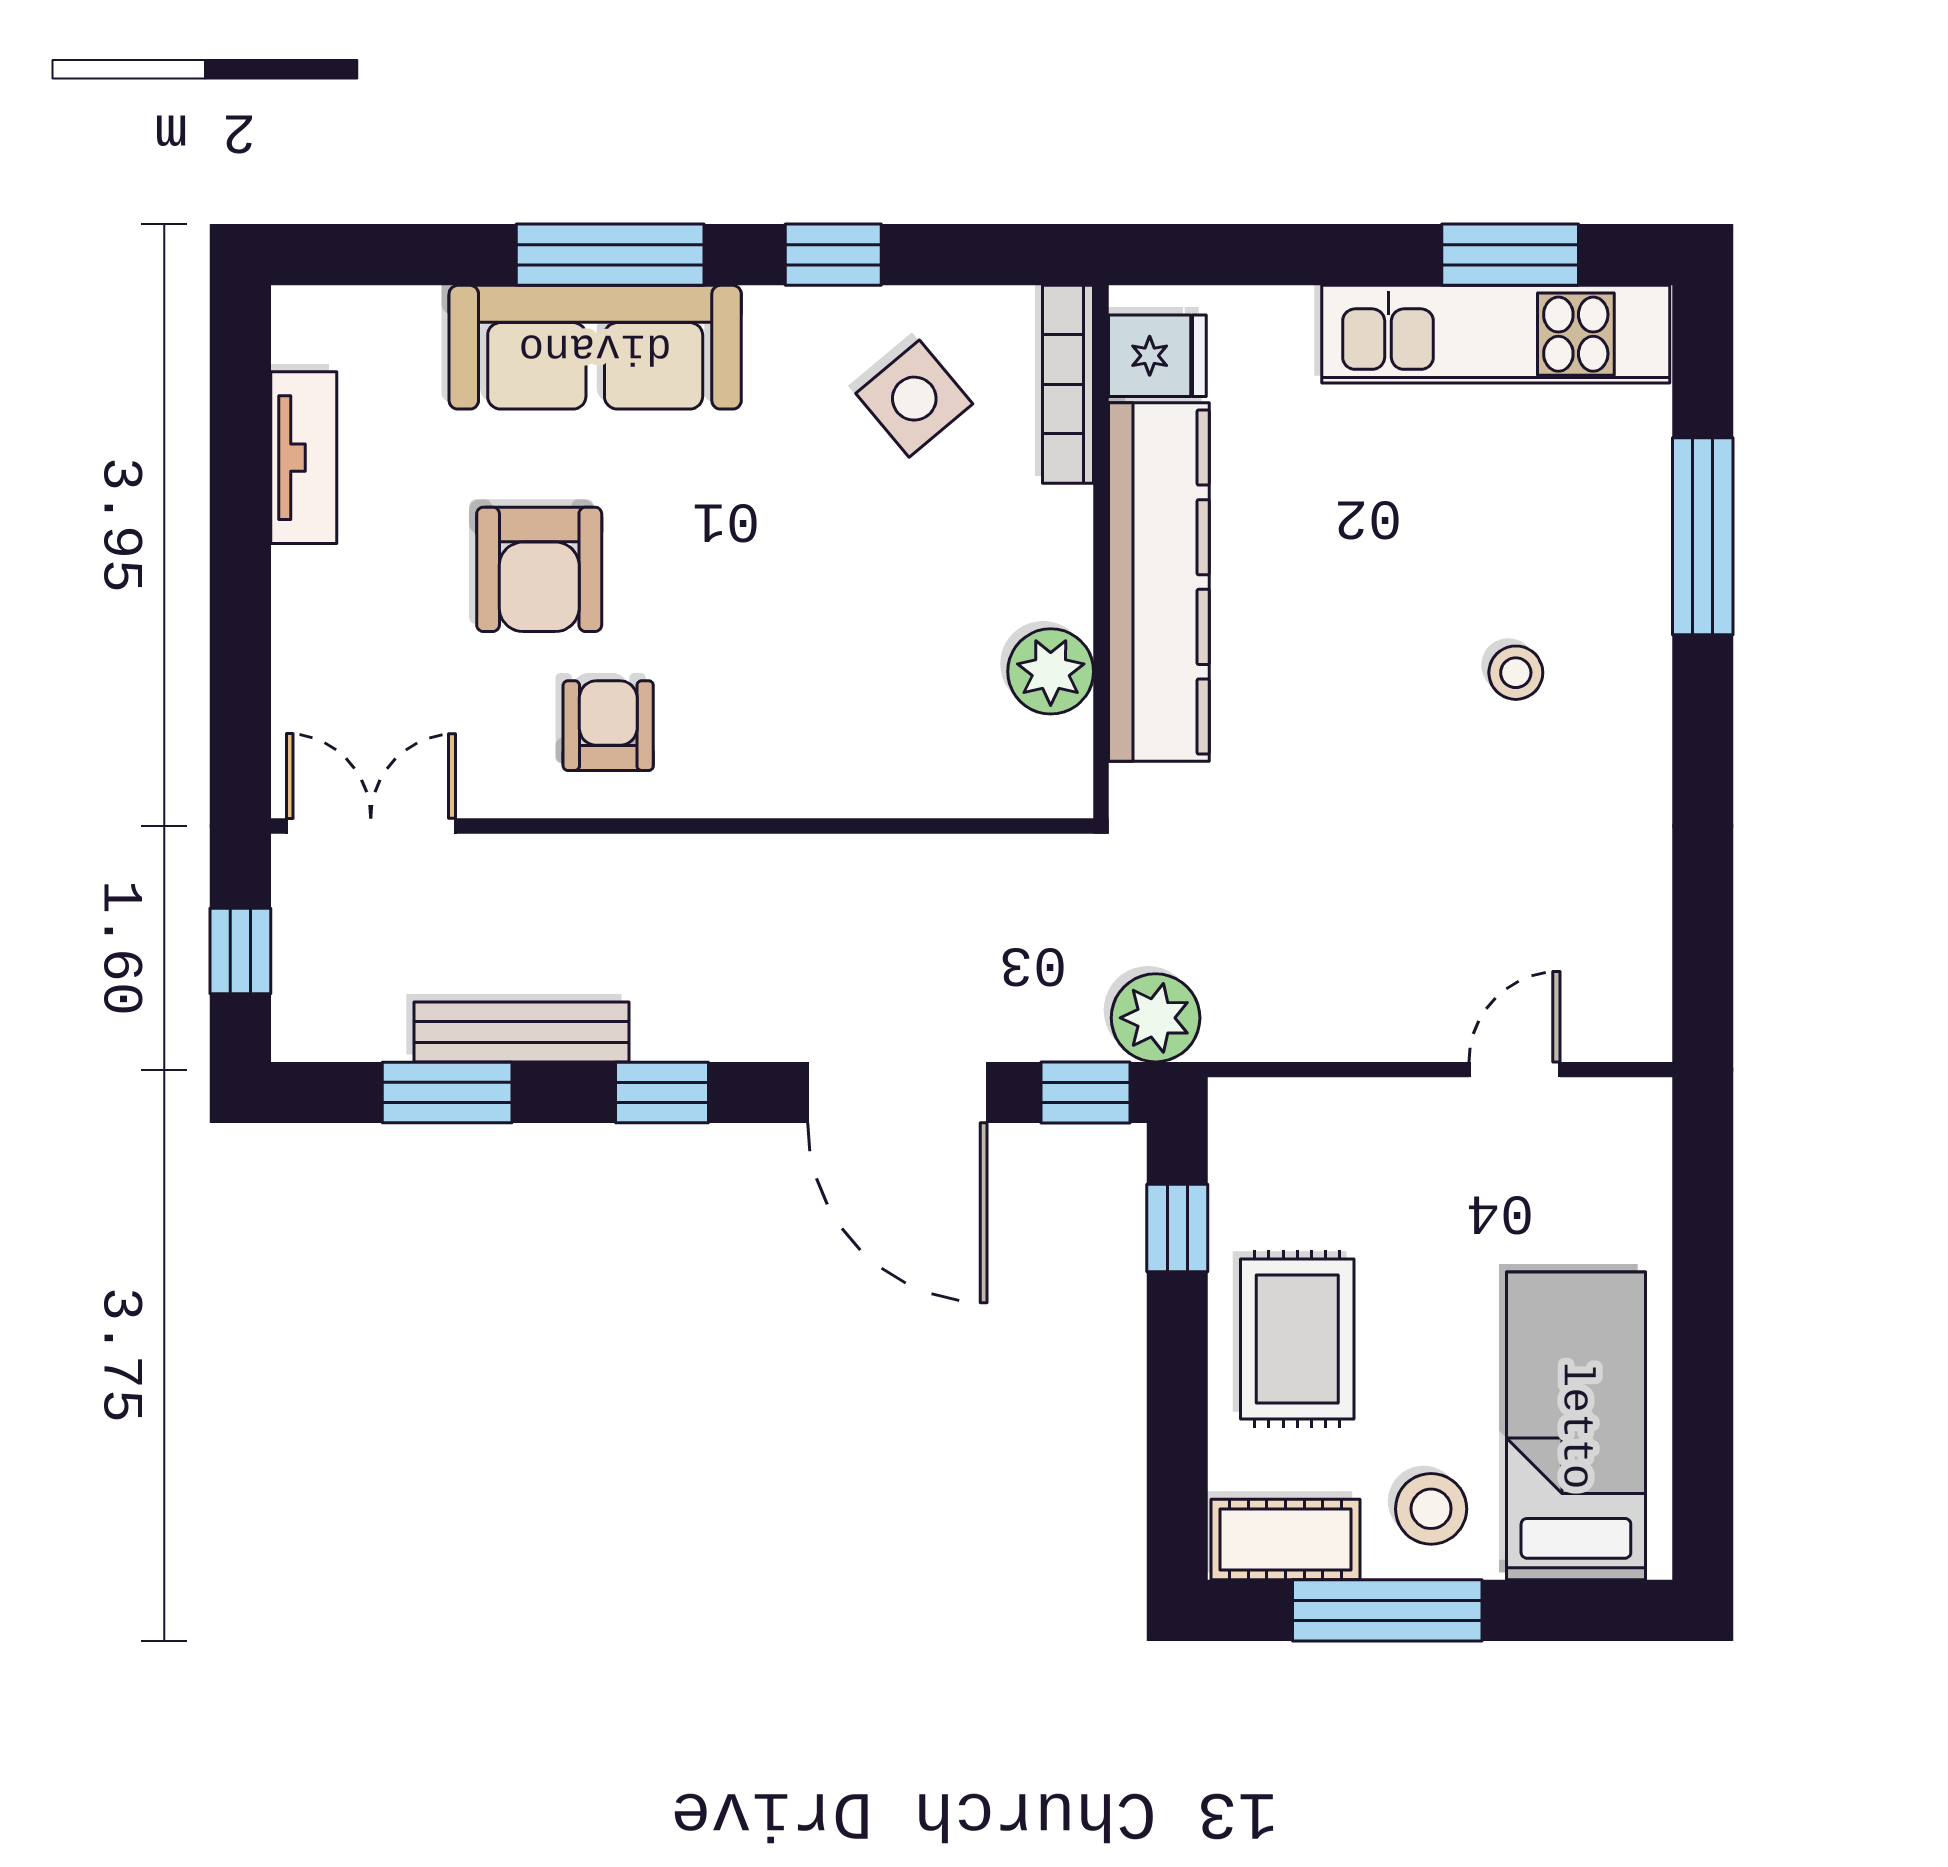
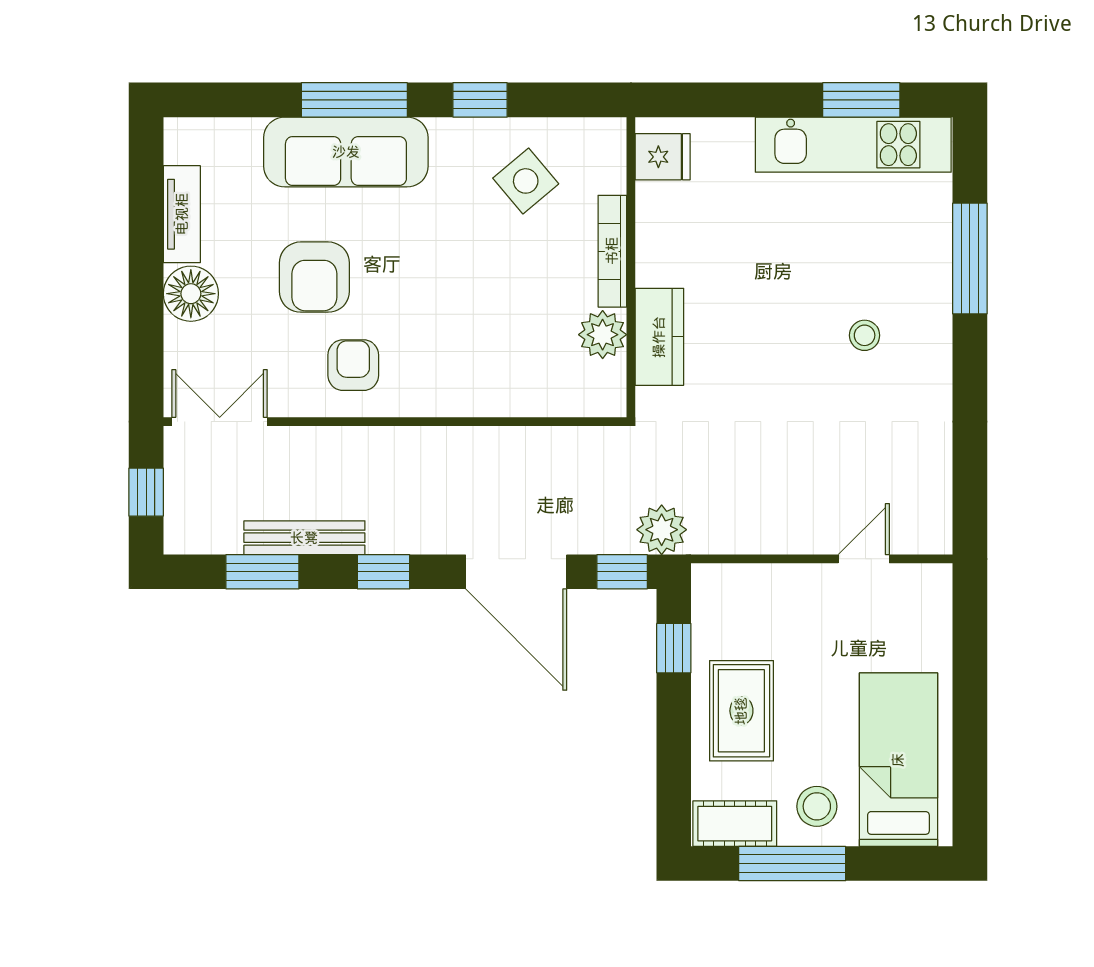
bookcase: (1068, 384) -> (612, 251), moved
kitchen counter: (1159, 582) -> (659, 337), width x0.48, depth x0.86
floor lamp: (320, 599) -> (191, 294), added

